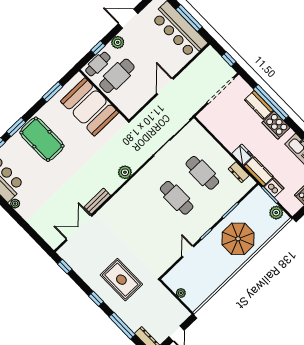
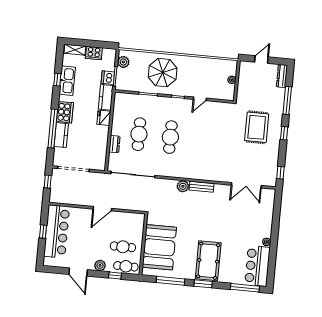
window: (189, 18) -> (43, 232), width x0.46
cafe table: (117, 76) -> (123, 247), width x0.73, depth x0.74
window: (52, 92) -> (170, 281), width x1.44
window: (16, 127) -> (203, 284), moved
dresser: (239, 172) -> (114, 144), moved
bench: (97, 201) -> (202, 187), moved

